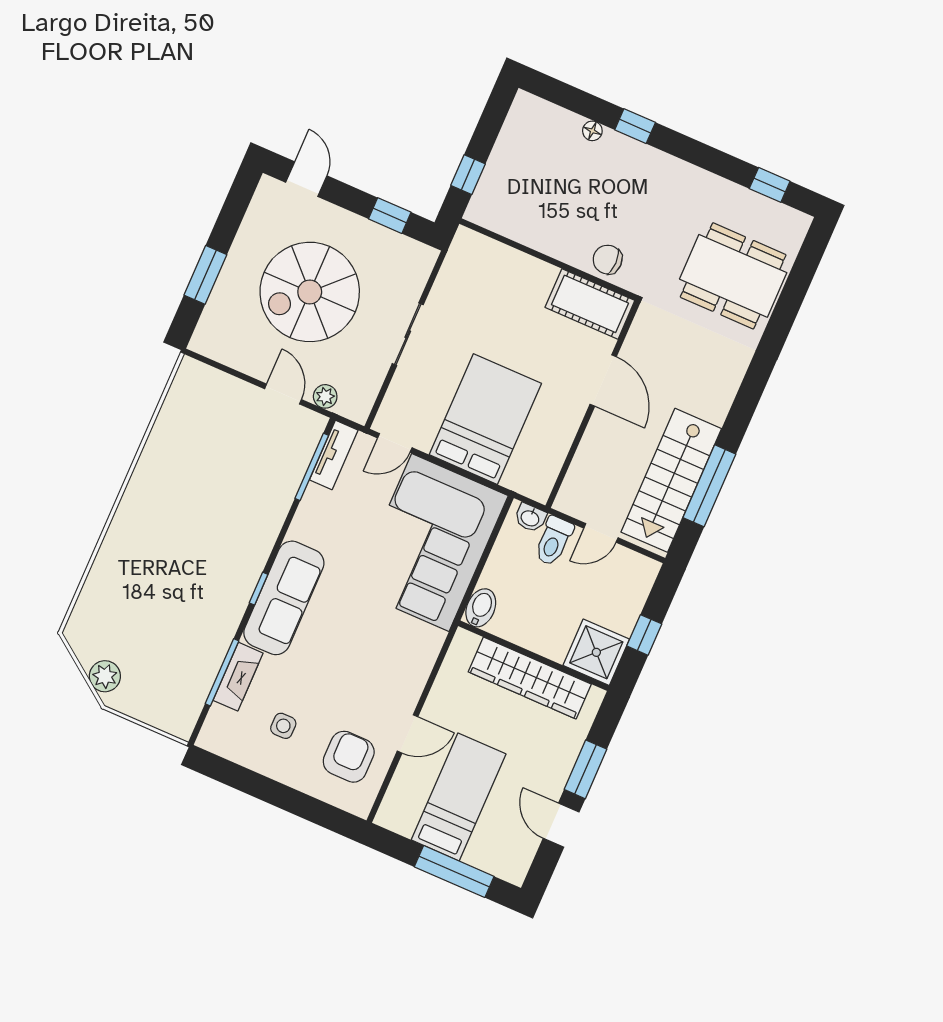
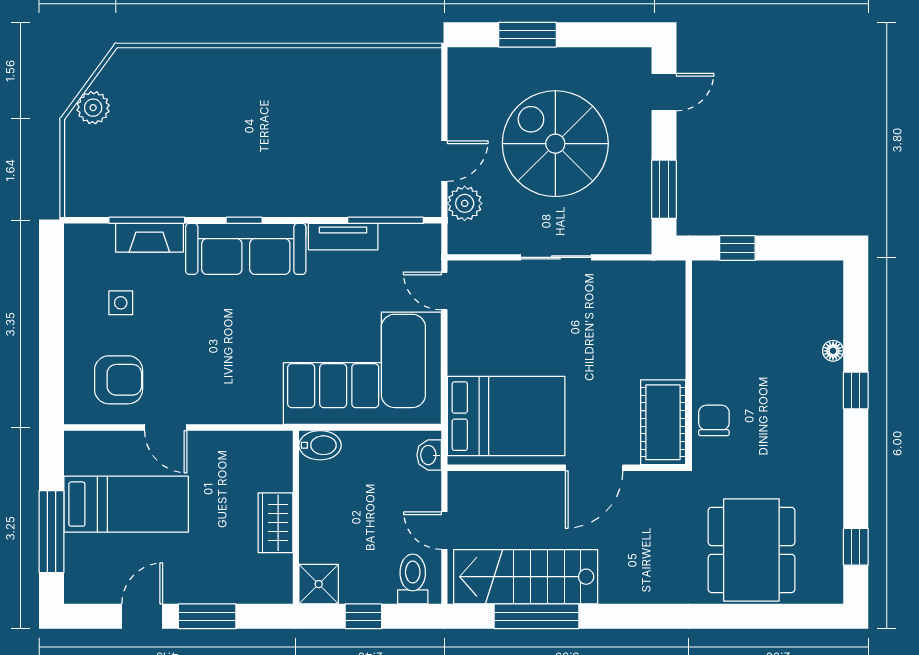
window: (390, 216) -> (664, 189), width x1.50
plant: (325, 396) -> (465, 203), width x1.38, depth x1.38
bed: (485, 419) -> (506, 416), moved
tv unit: (334, 455) -> (343, 237), moved
toilet: (554, 541) -> (413, 579), moved, turned 90
shower: (596, 652) -> (319, 584), width x0.73, depth x0.73
wardrobe: (530, 678) -> (275, 523), width x0.48, depth x0.85

